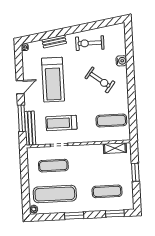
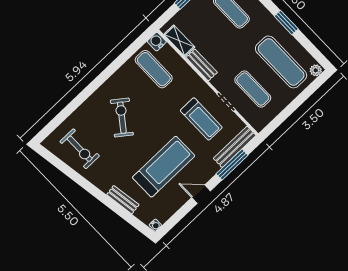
exercise bike: (90, 43) -> (80, 149), moved
water cooler: (121, 61) -> (157, 42), moved
bench: (91, 149) -> (202, 65), added

